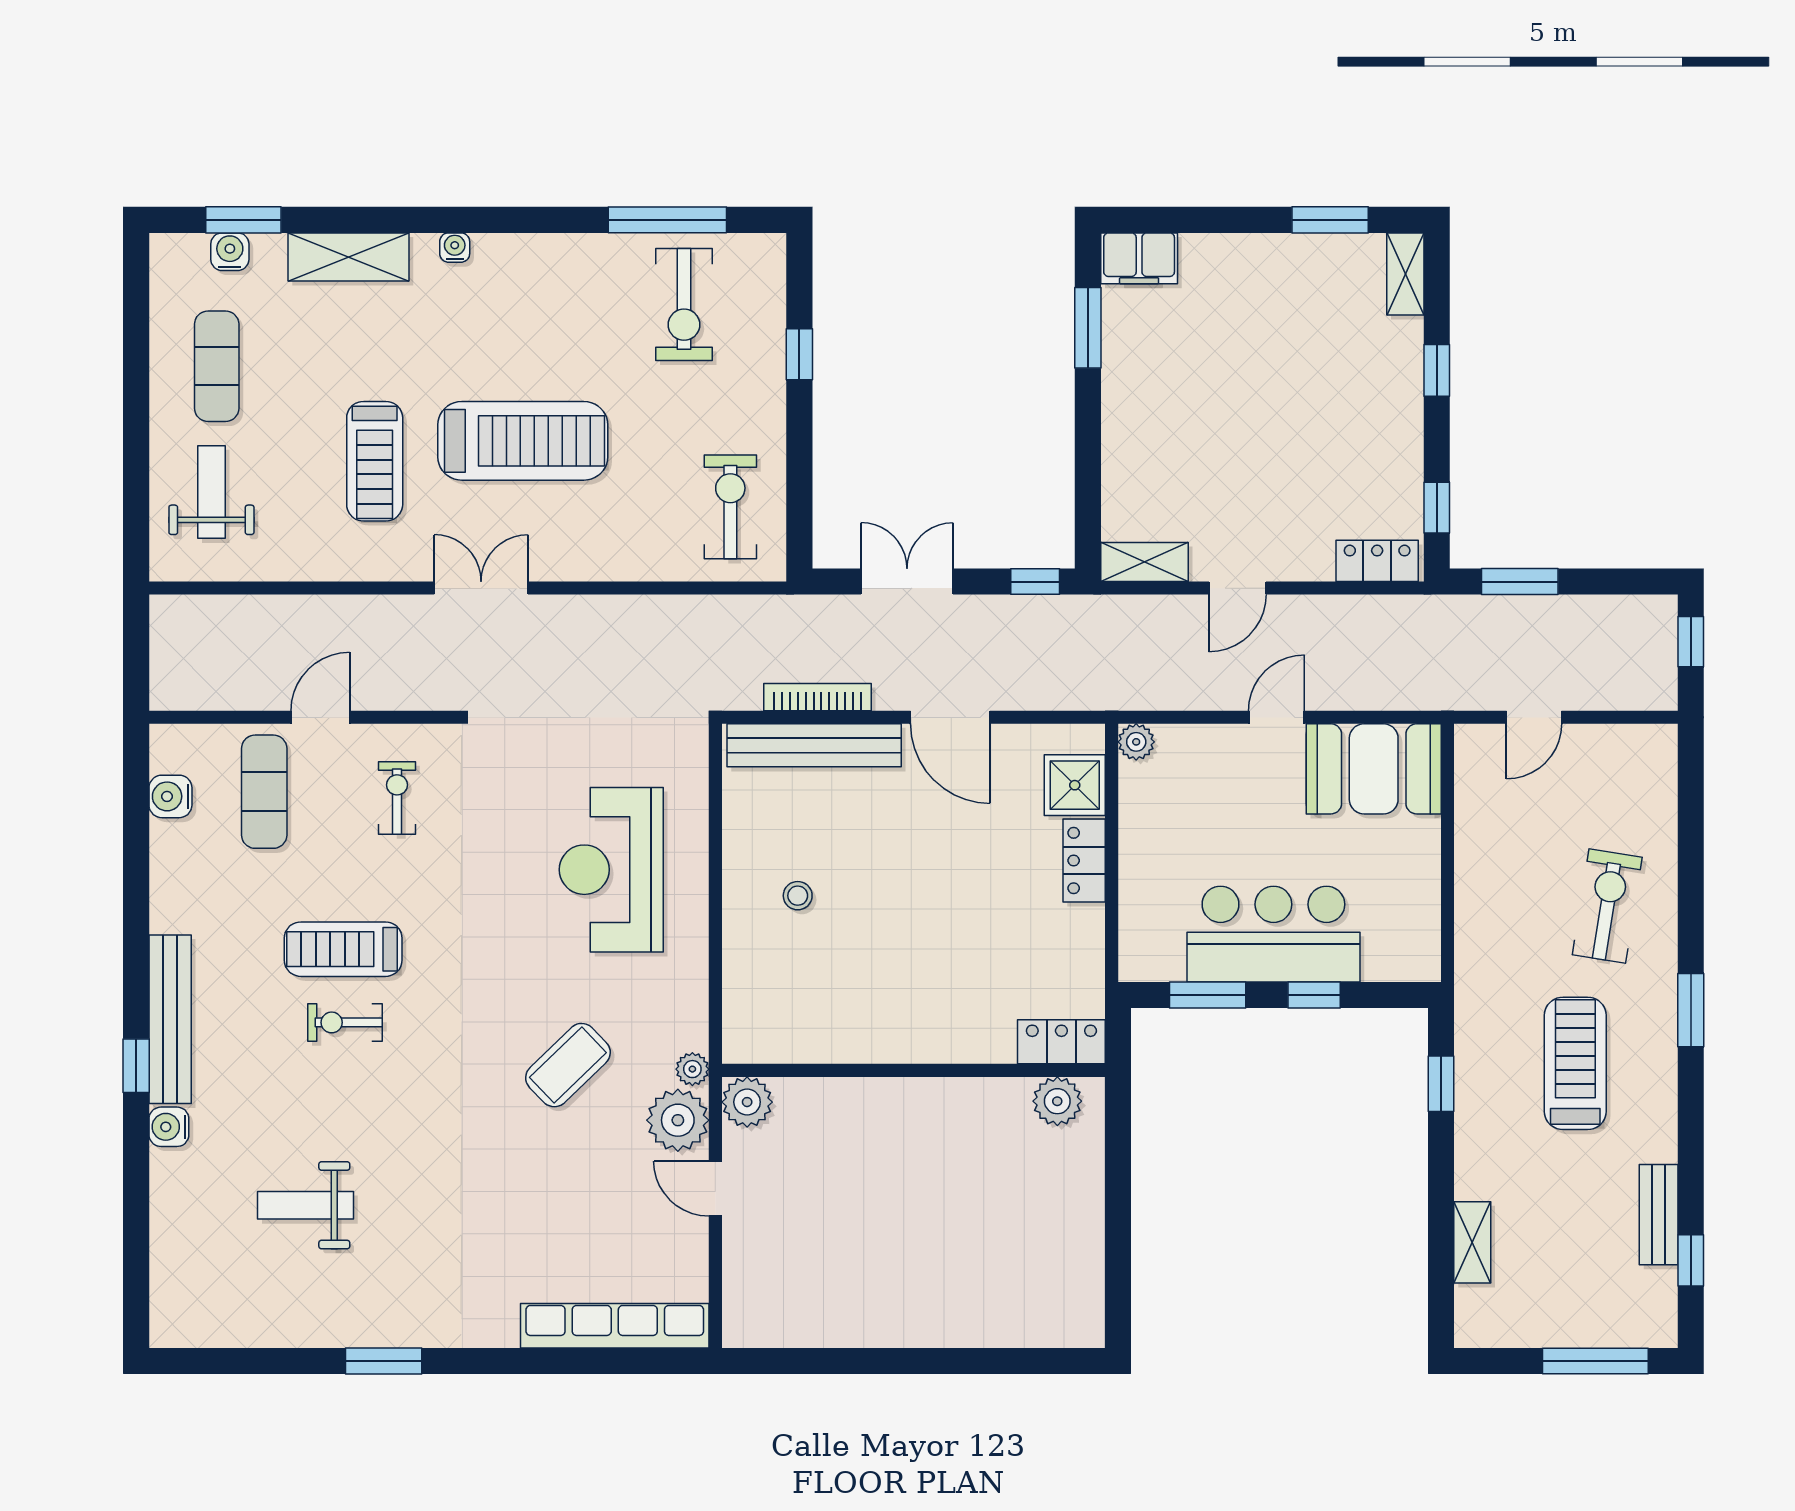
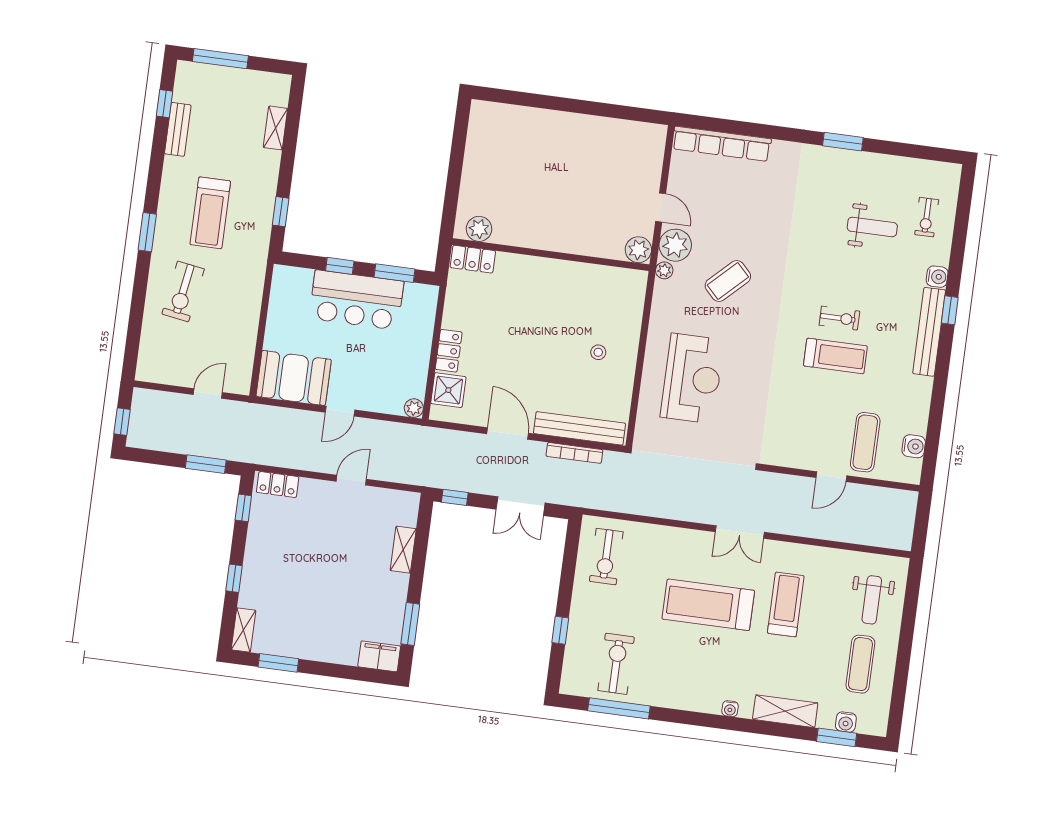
shelving: (1144, 562) -> (403, 550), moved, turned 90
exercise bike: (397, 798) -> (927, 217), moved

